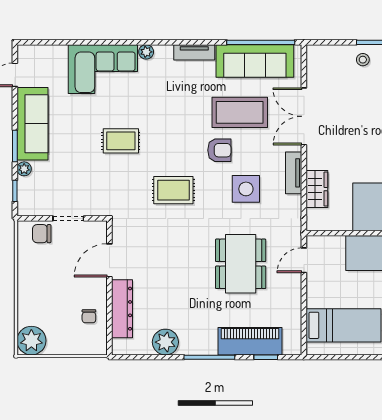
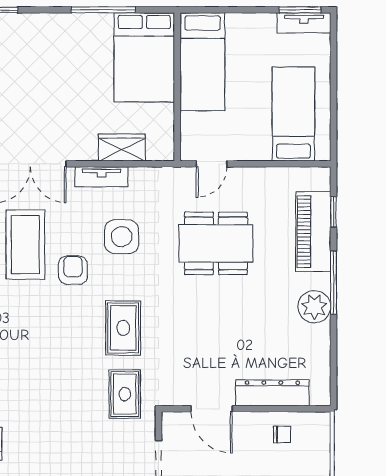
rug: (121, 141) -> (125, 394), moved
door: (304, 260) -> (212, 164), hinge flipped
plant: (165, 342) -> (314, 307), moved

